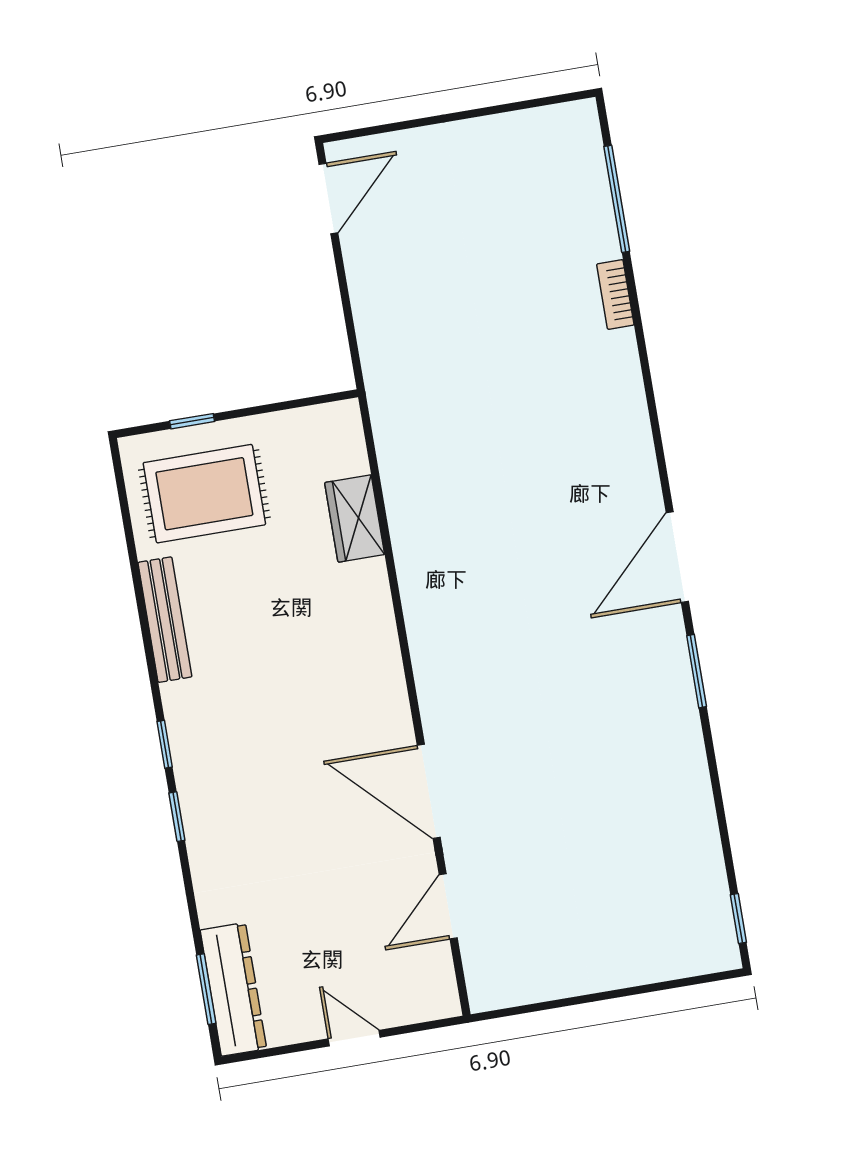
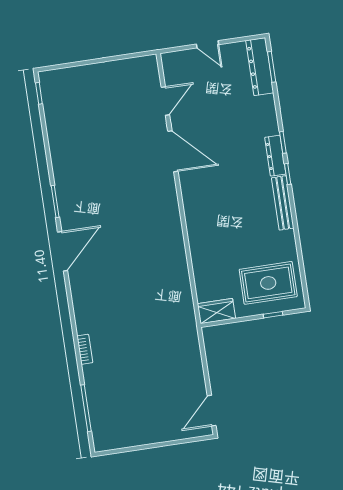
bookcase: (615, 295) -> (85, 349), moved
wardrobe: (355, 518) -> (216, 311), moved, turned -90
bench: (165, 620) -> (283, 203), moved
dresser: (194, 786) -> (275, 156), added

